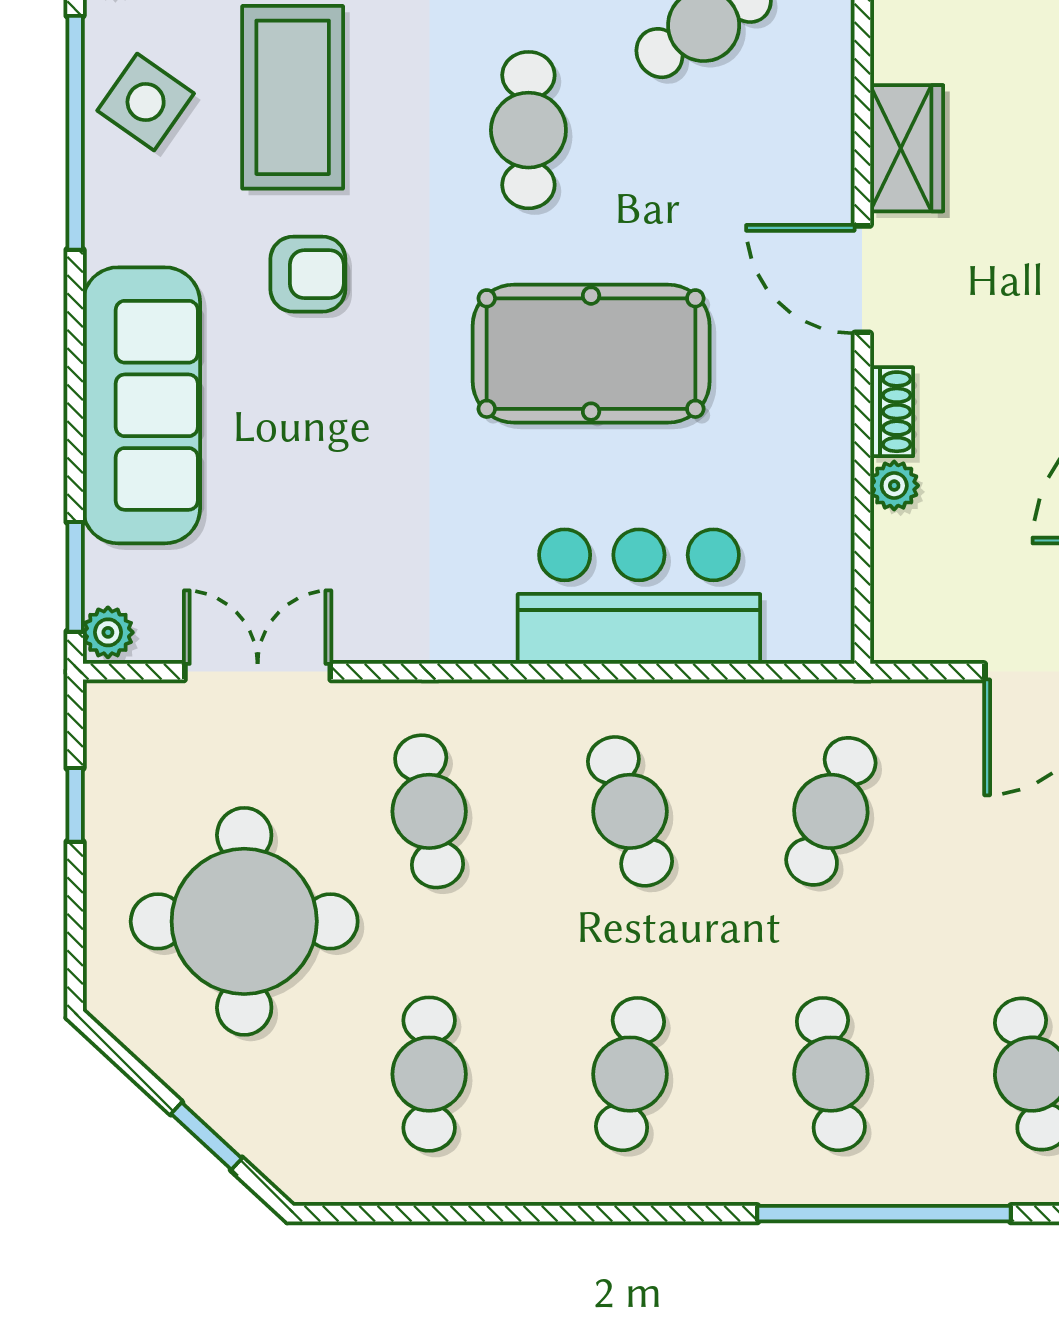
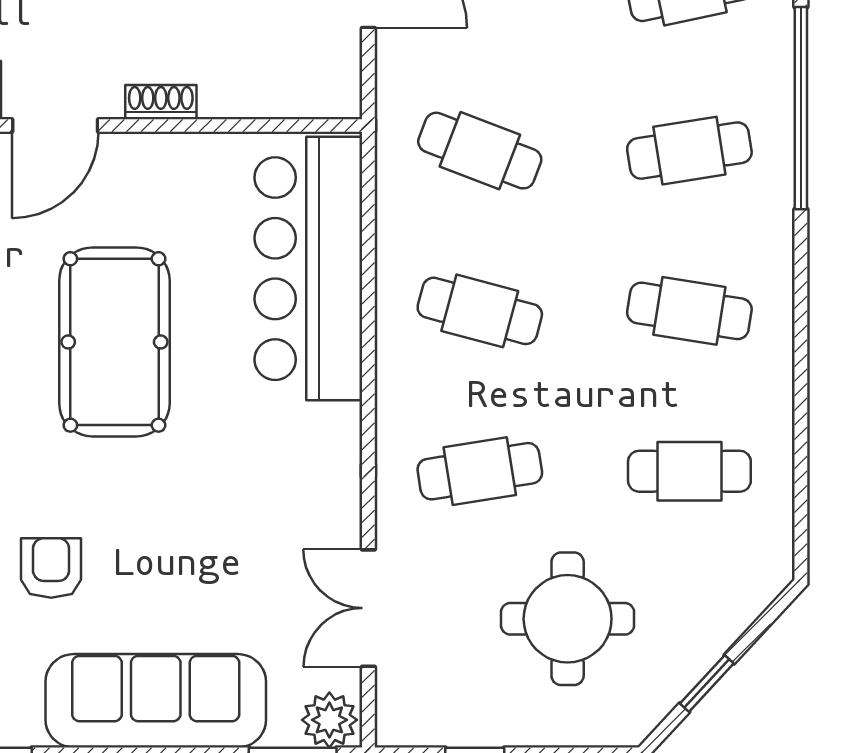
plant: (894, 486) -> (220, 100), removed
bar counter: (639, 597) -> (308, 269), width x1.36
plant: (108, 632) -> (329, 720), width x1.38, depth x1.38
cafe table: (630, 811) -> (480, 311), turned 33
round table: (244, 921) -> (568, 619), width x0.73, depth x0.73
window: (206, 1136) -> (707, 684), moved

